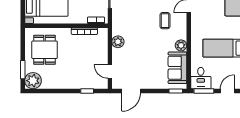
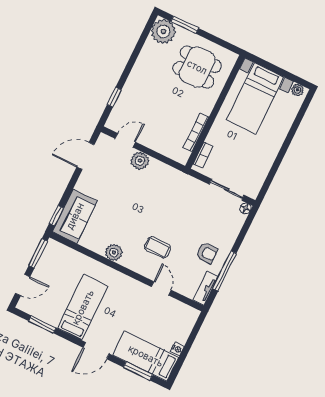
plant: (118, 42) -> (140, 161), moved
sofa: (177, 68) -> (75, 216), moved, turned 90
desk: (201, 78) -> (57, 258), removed
door: (131, 91) -> (86, 156), hinge flipped
door: (227, 91) -> (23, 285), hinge flipped

